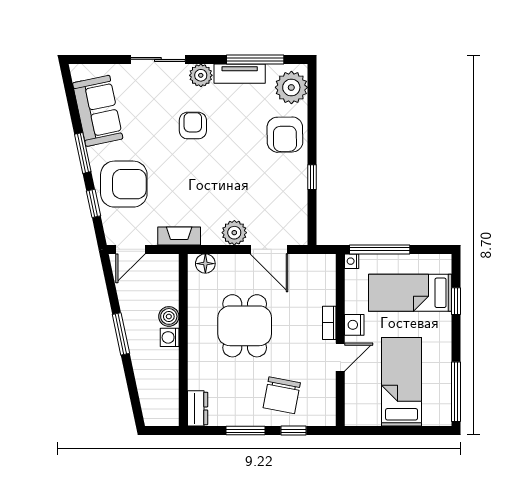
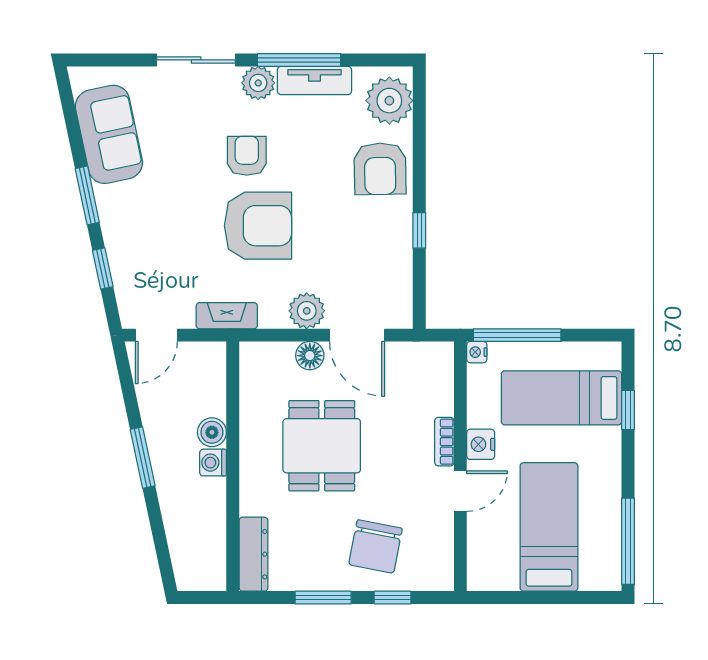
window: (255, 59) -> (299, 60), moved
armchair: (124, 184) -> (258, 226), moved
floor lamp: (205, 264) -> (310, 356), moved
dresser: (198, 408) -> (254, 554), width x1.44

